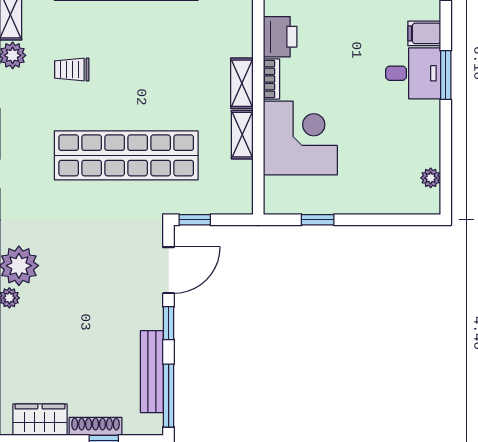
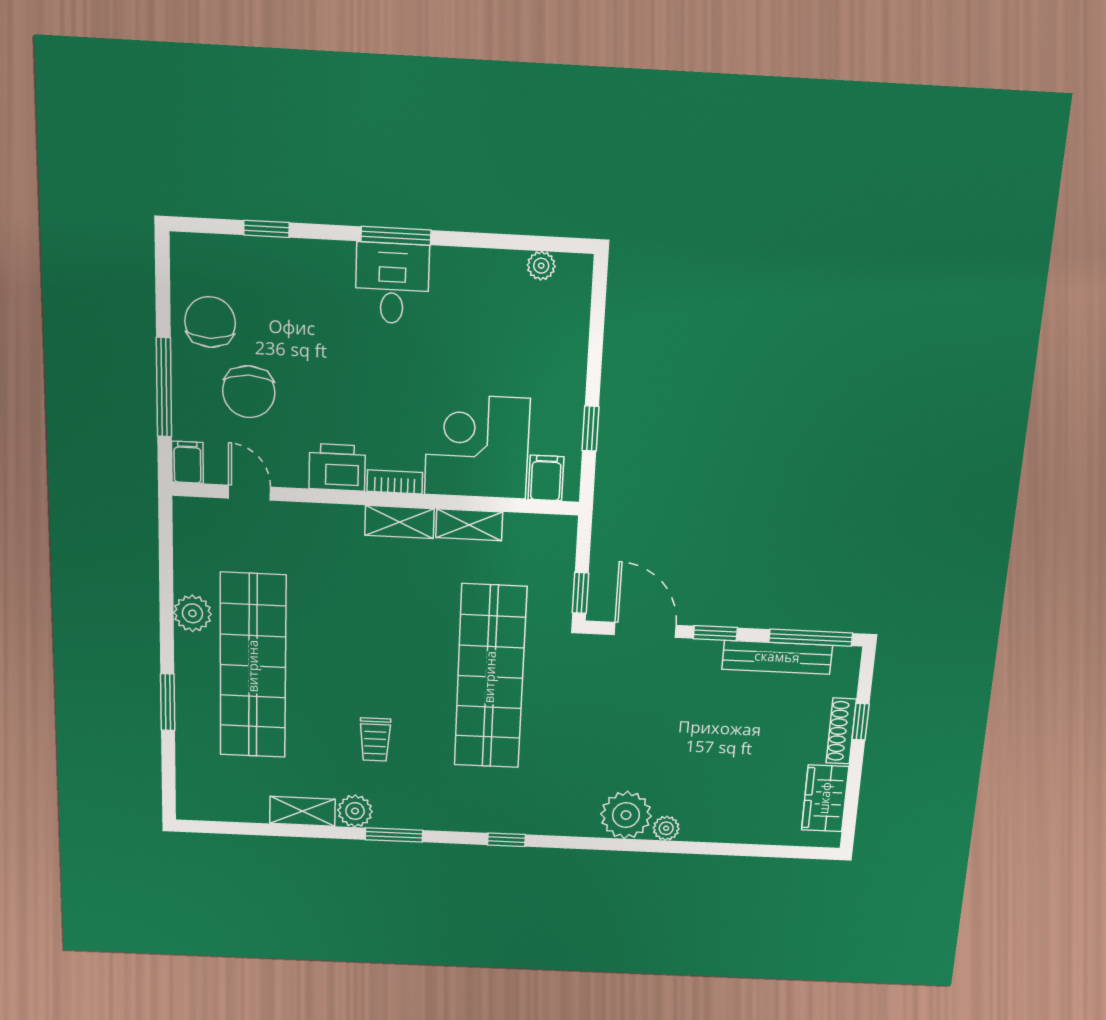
filing cabinet: (424, 33) -> (546, 478), moved, turned 180

